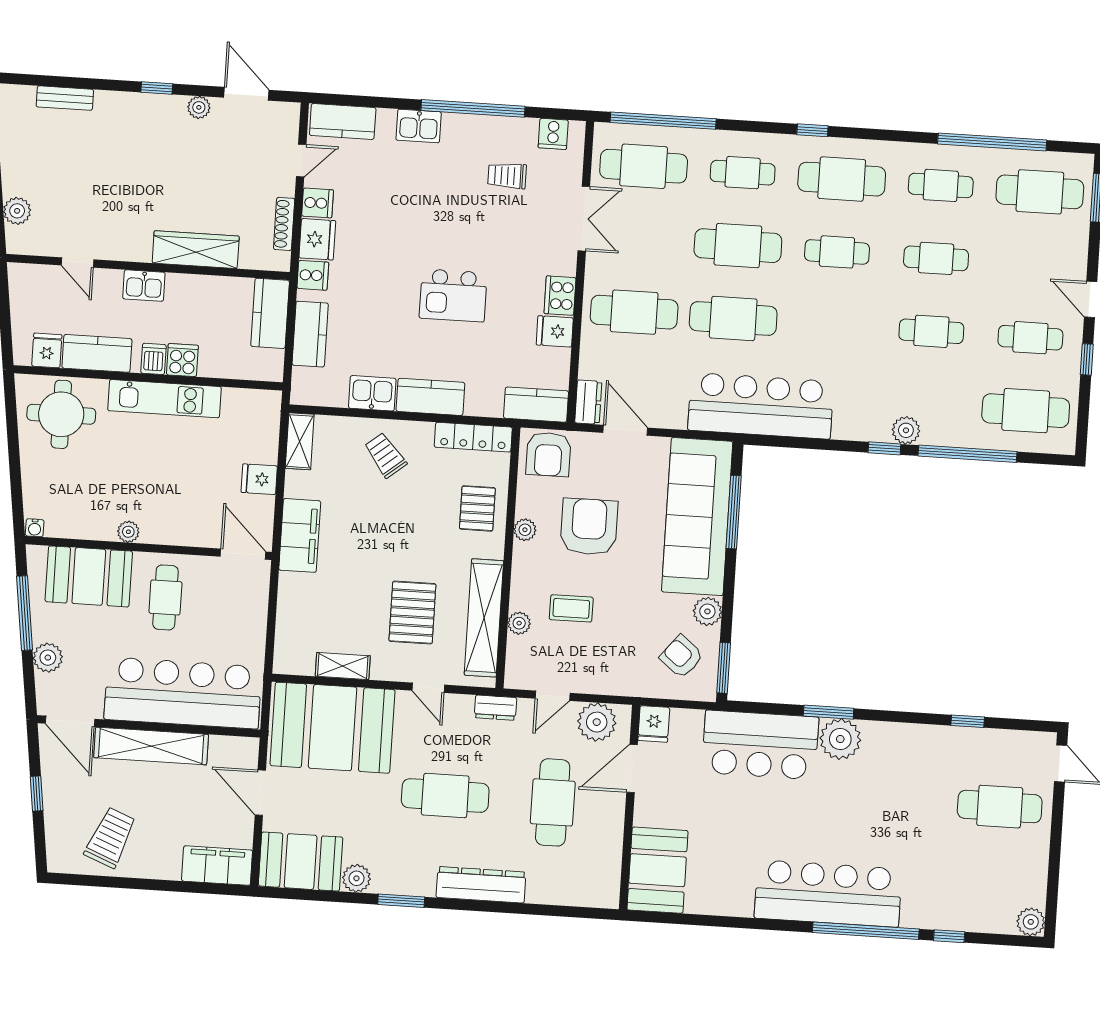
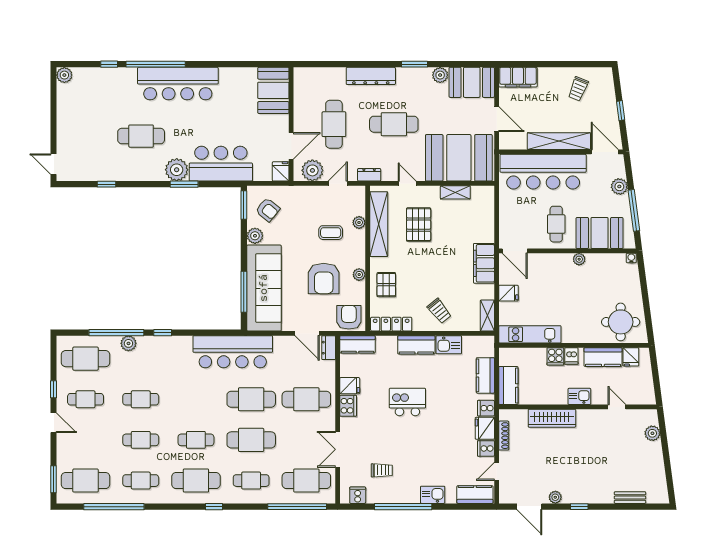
kitchen unit: (164, 399) -> (530, 334), moved
plant: (906, 430) -> (128, 343), moved
cafe table: (1000, 807) -> (141, 136), moved
trolley: (110, 838) -> (578, 89), width x0.73, depth x0.72

